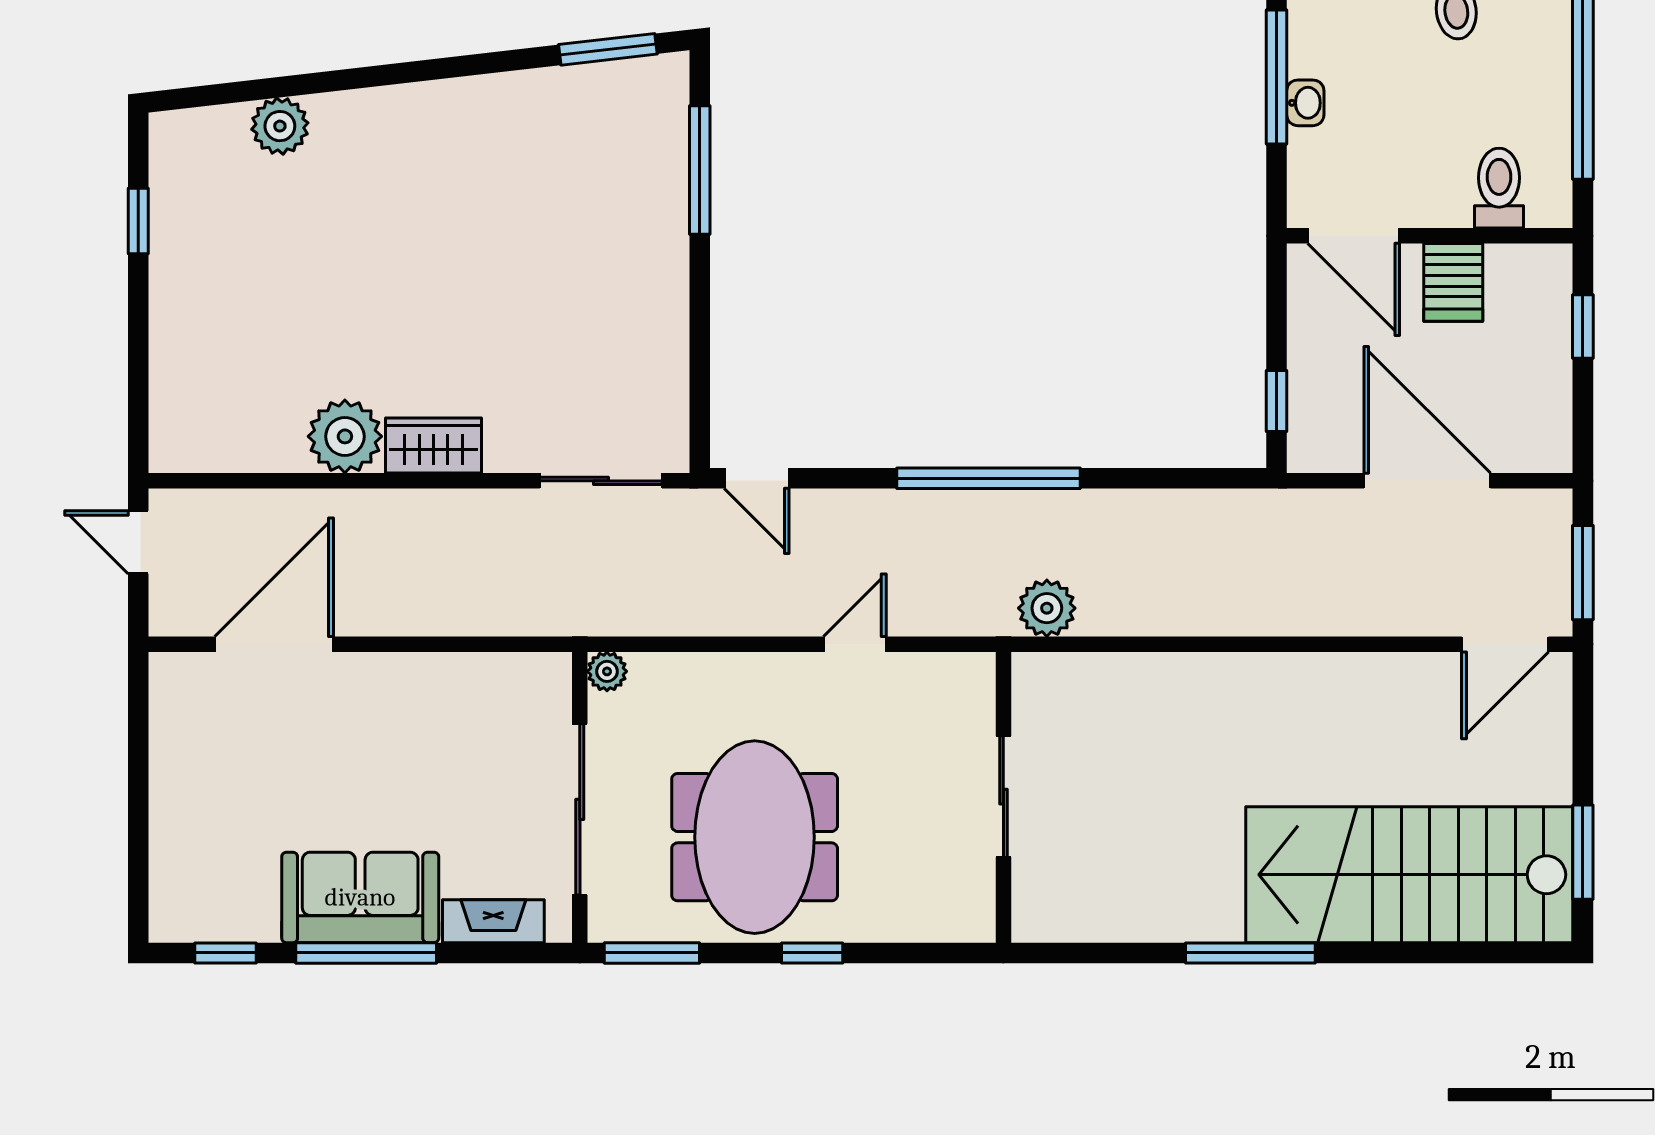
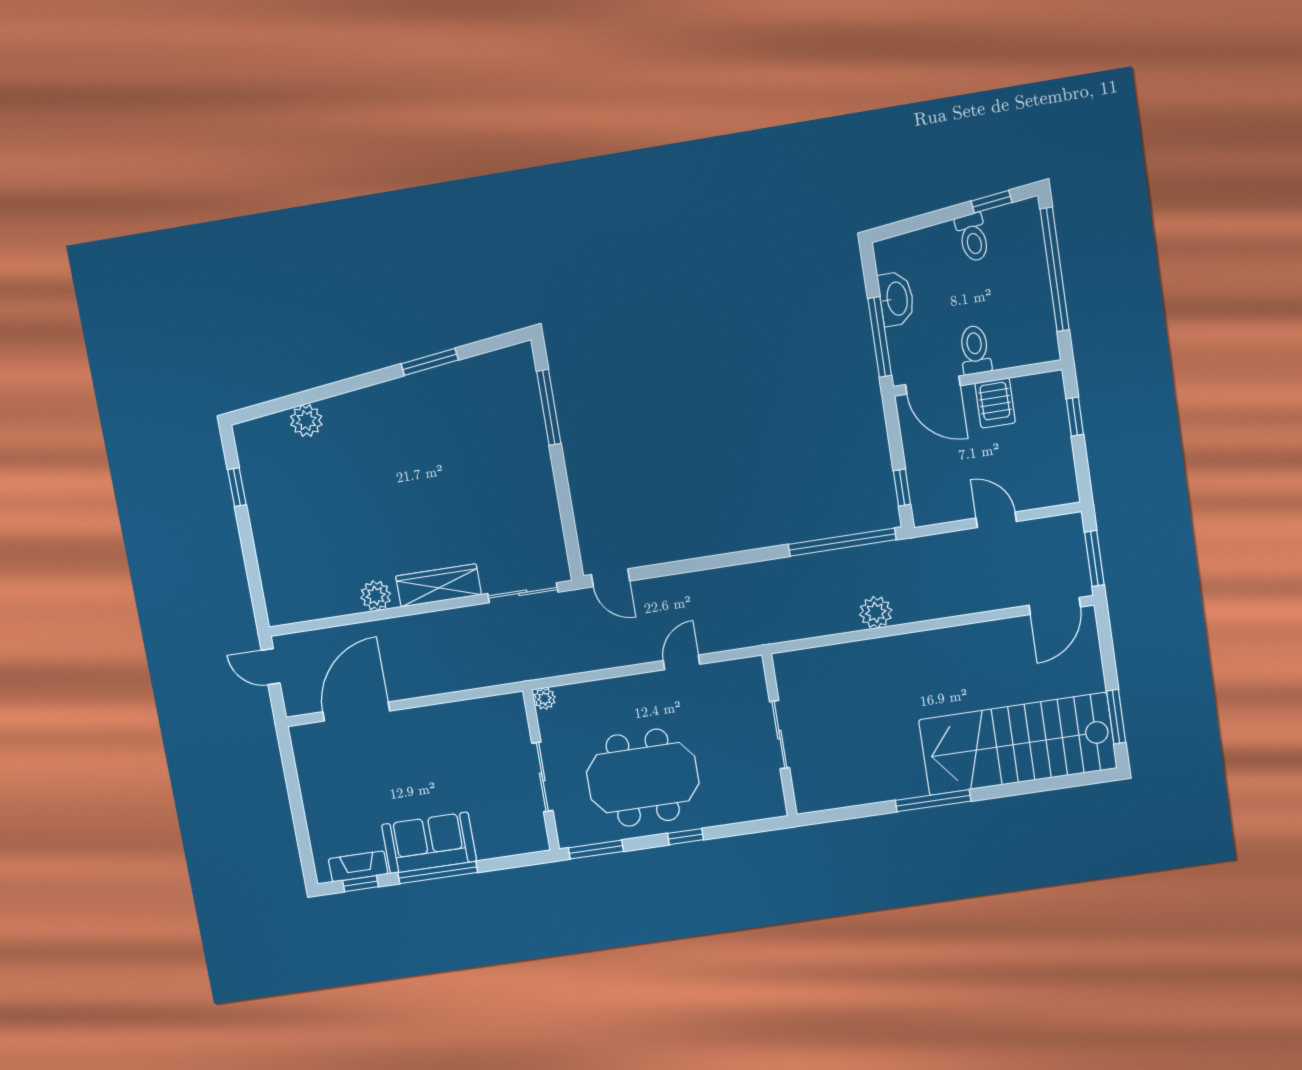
window: (608, 49) -> (430, 362), moved
window: (1277, 77) -> (880, 337), moved
washbasin: (1305, 103) -> (896, 299), width x1.91, depth x1.45
toilet: (1499, 188) -> (975, 350), moved
plant: (345, 436) -> (376, 596), width x0.73, depth x0.73
wardrobe: (433, 445) -> (439, 585), width x1.50
window: (989, 478) -> (842, 542), moved
door: (1427, 481) -> (996, 520), width x0.53
plant: (1047, 608) -> (876, 612), moved
sliding door: (580, 809) -> (542, 777), width x0.73
meeting table: (755, 837) -> (643, 778), turned 90
fireplace: (493, 921) -> (358, 866), moved

